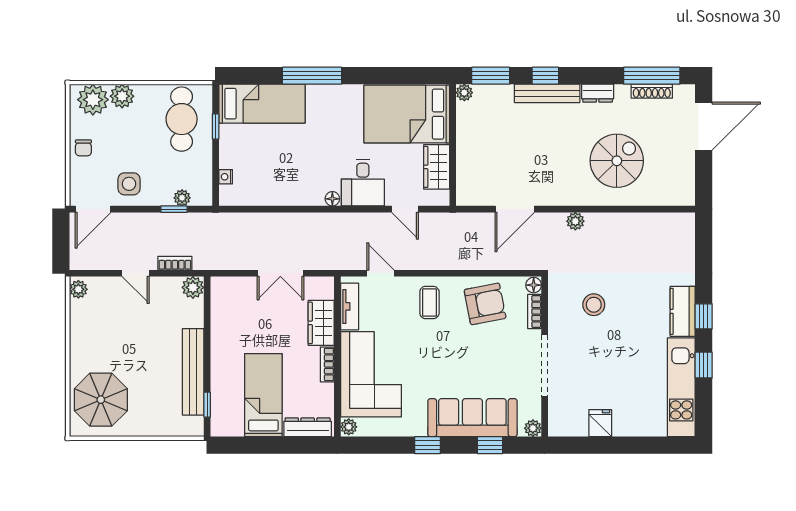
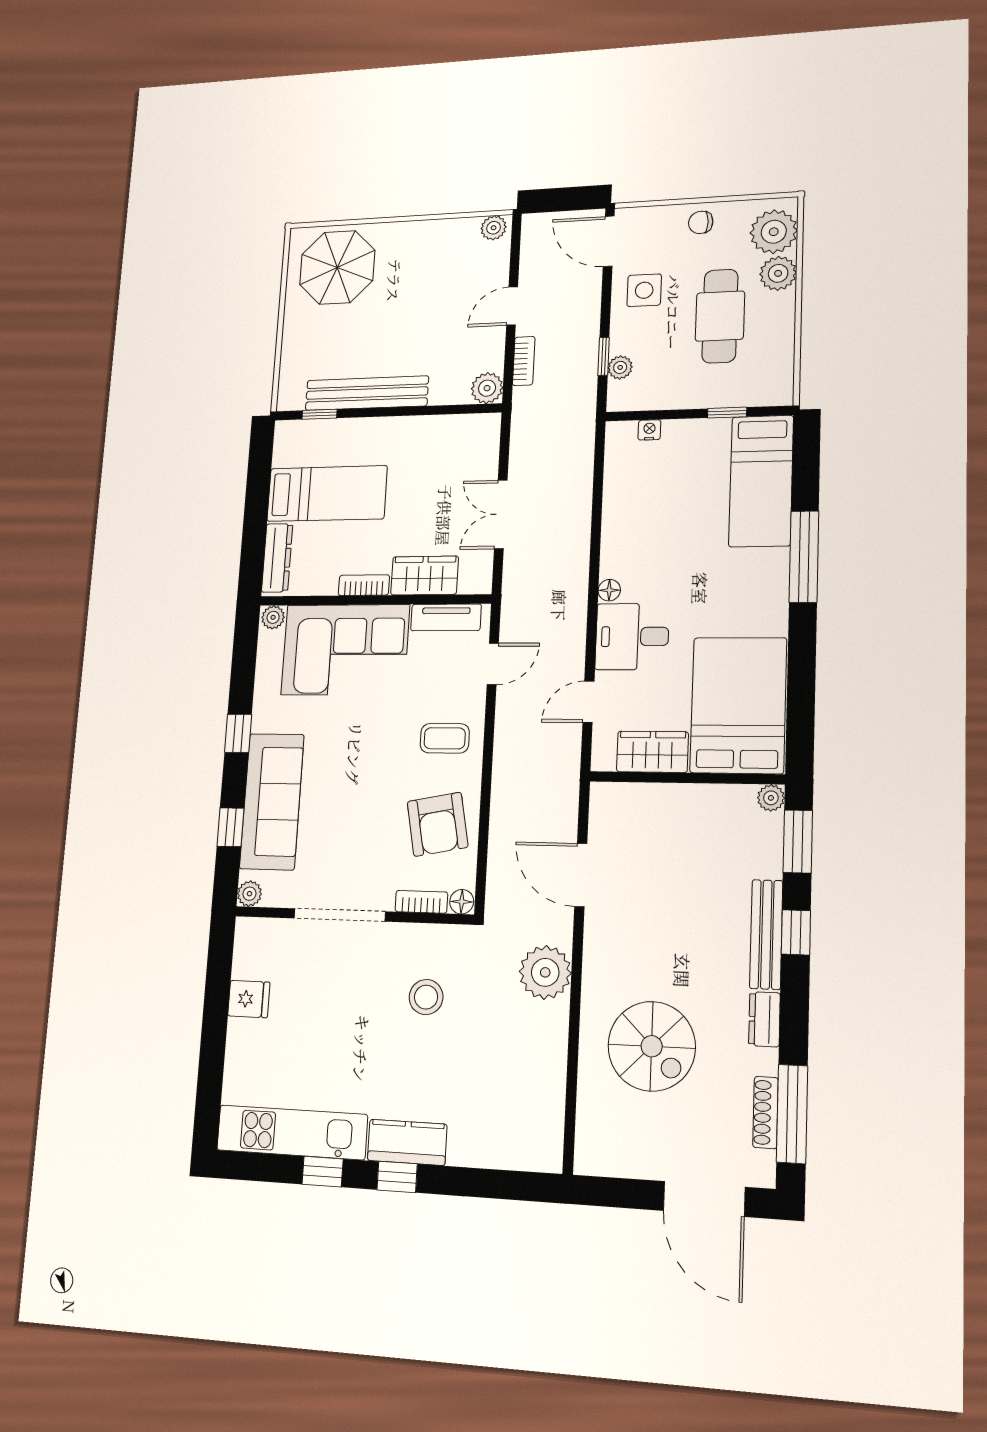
cafe table: (182, 119) -> (720, 316), moved, turned 90
plant: (575, 221) -> (545, 972), width x1.88, depth x1.88

